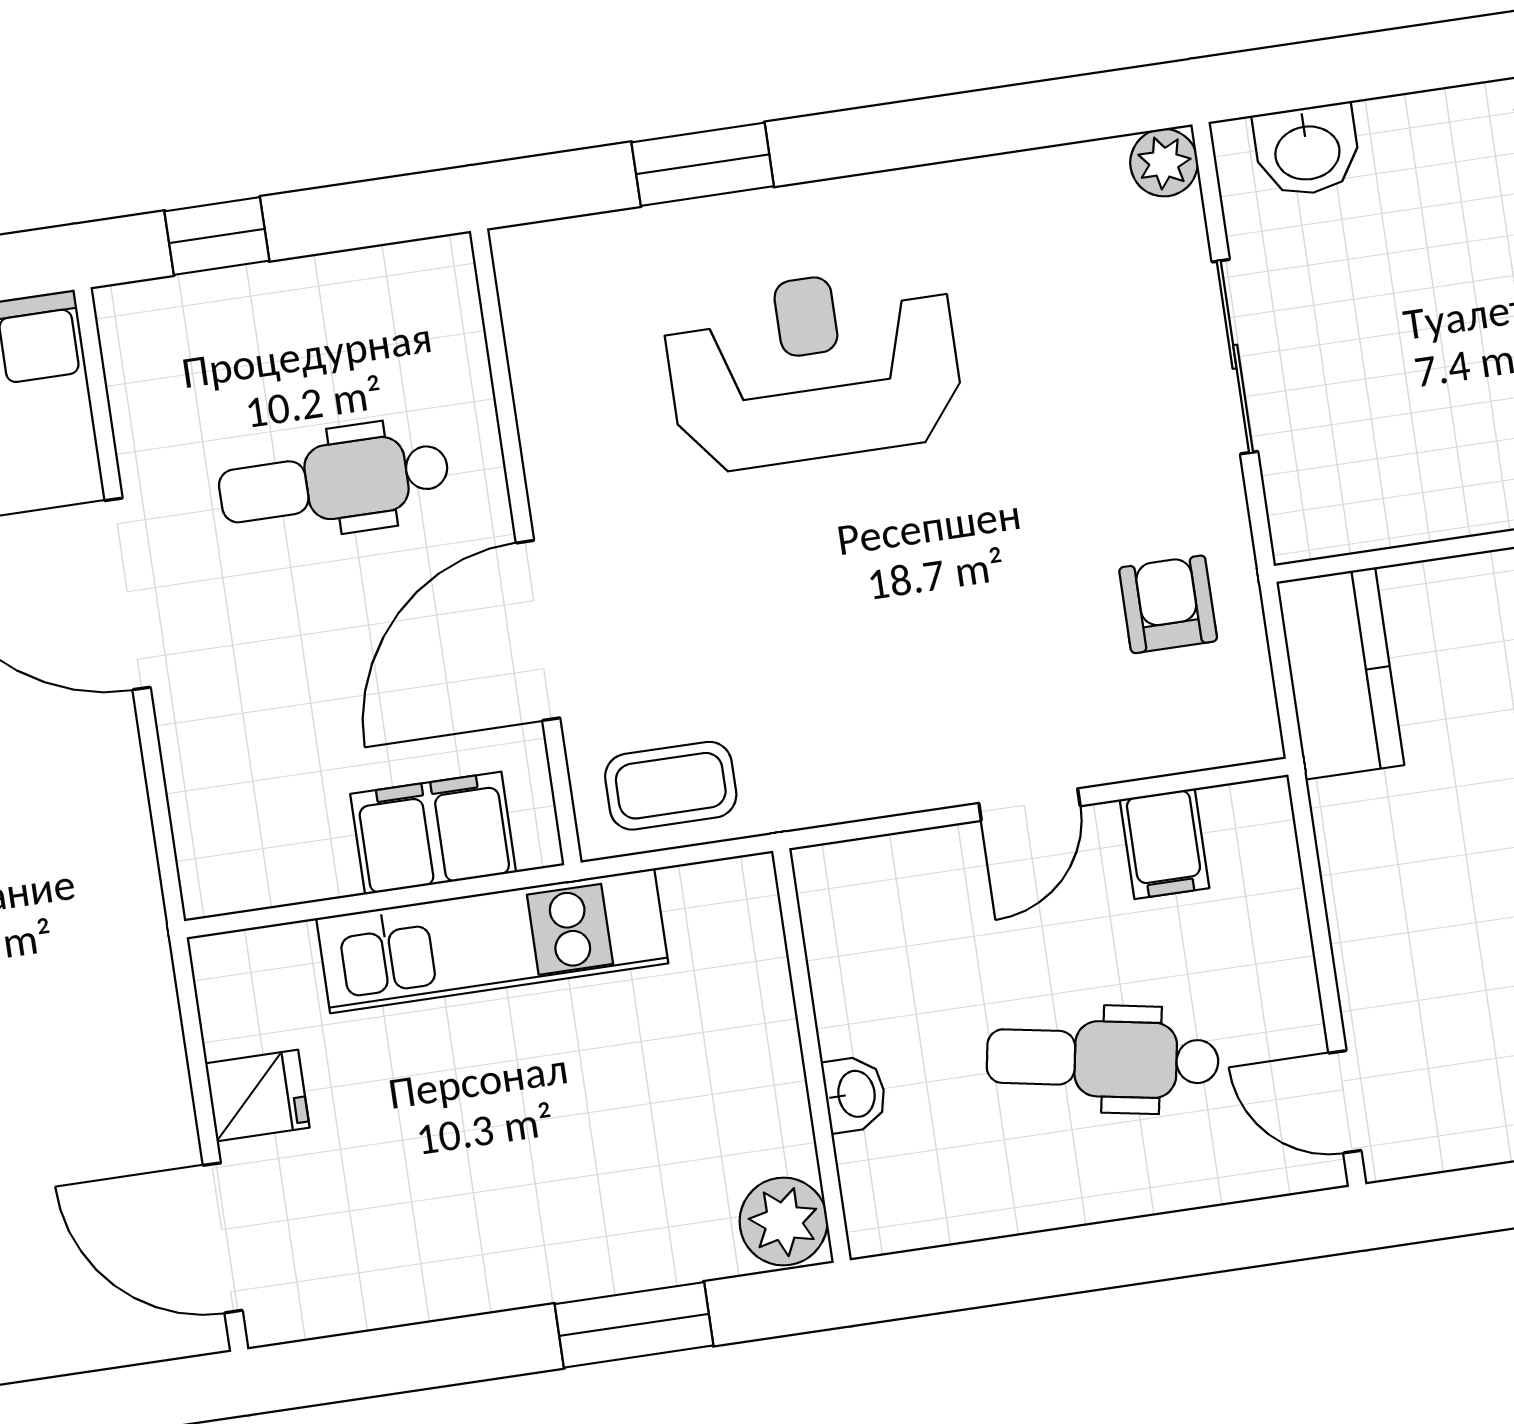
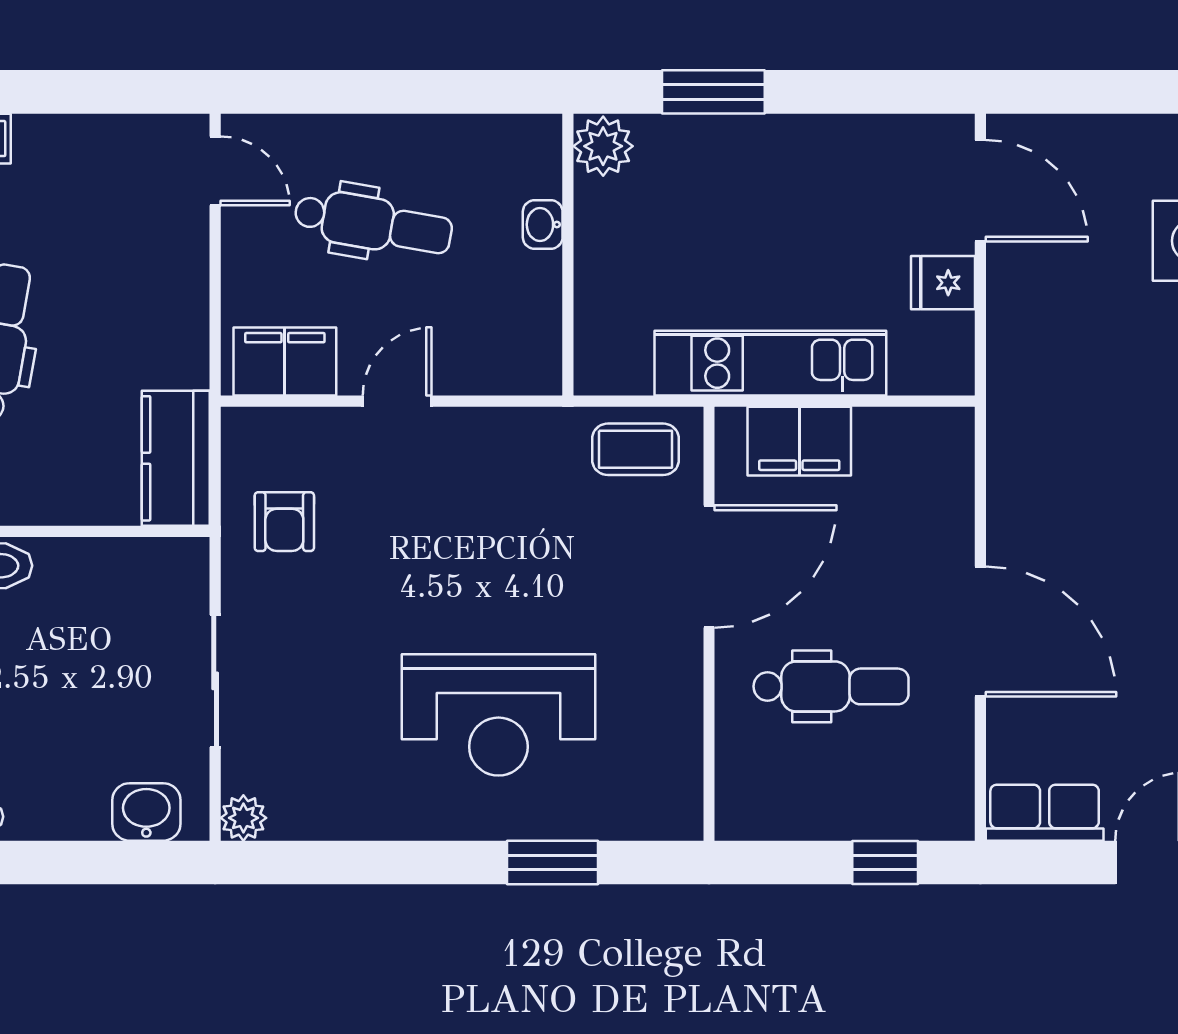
filing cabinet: (1164, 844) -> (285, 362), width x2.00

